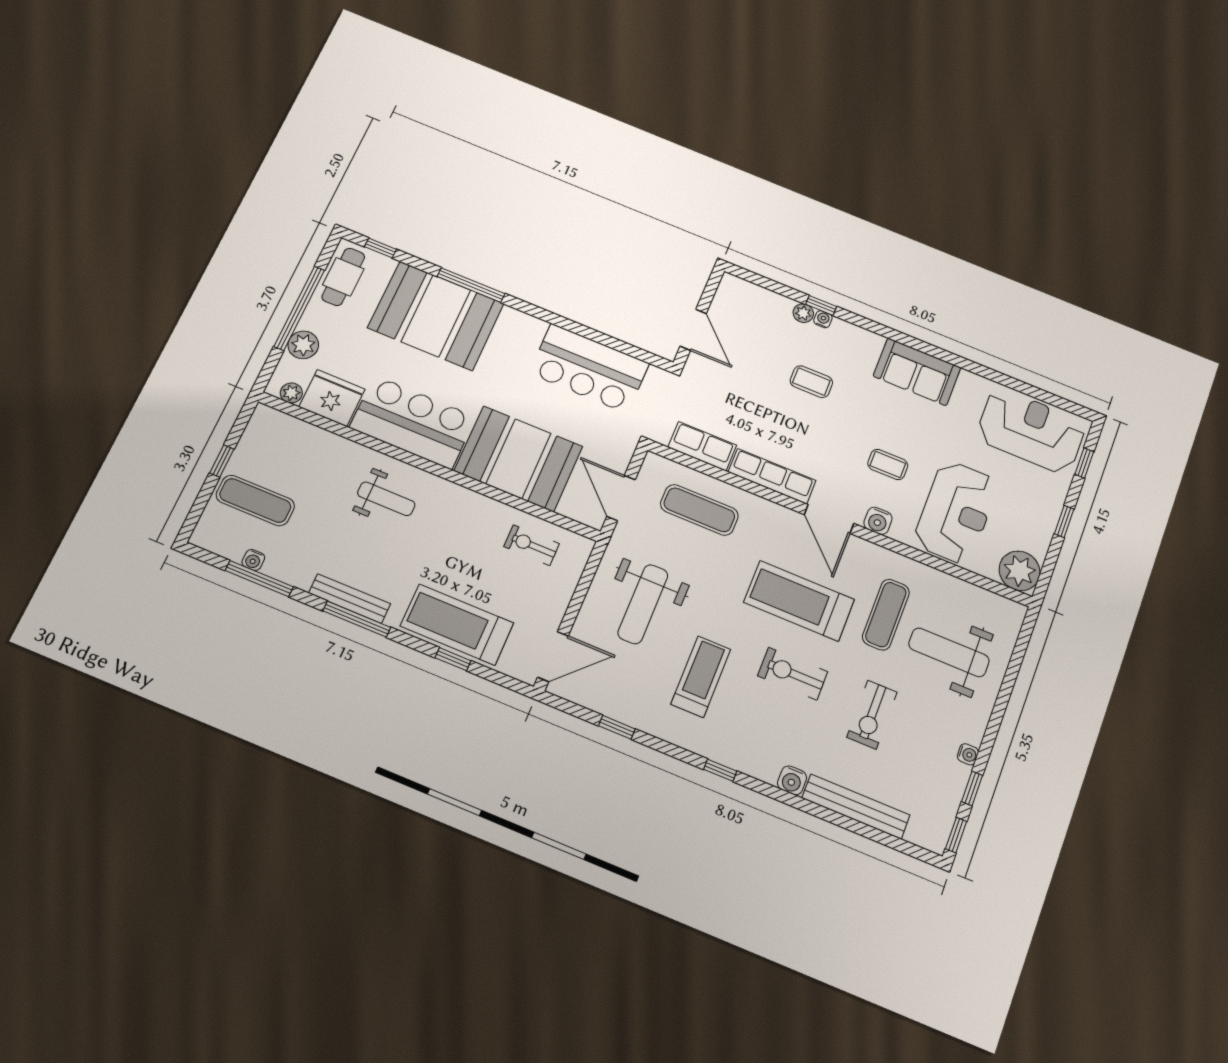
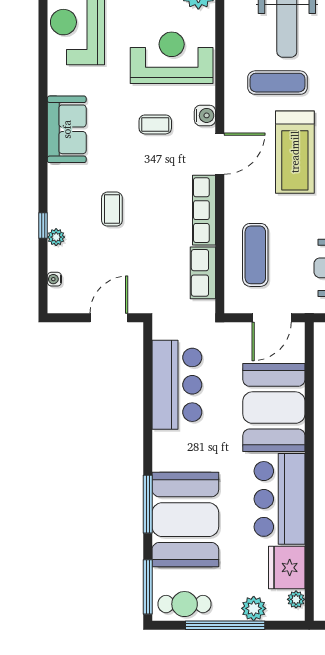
window: (380, 248) -> (148, 587), width x2.17
water cooler: (823, 319) -> (54, 279), moved
coffee table: (888, 464) -> (155, 124), turned 90

